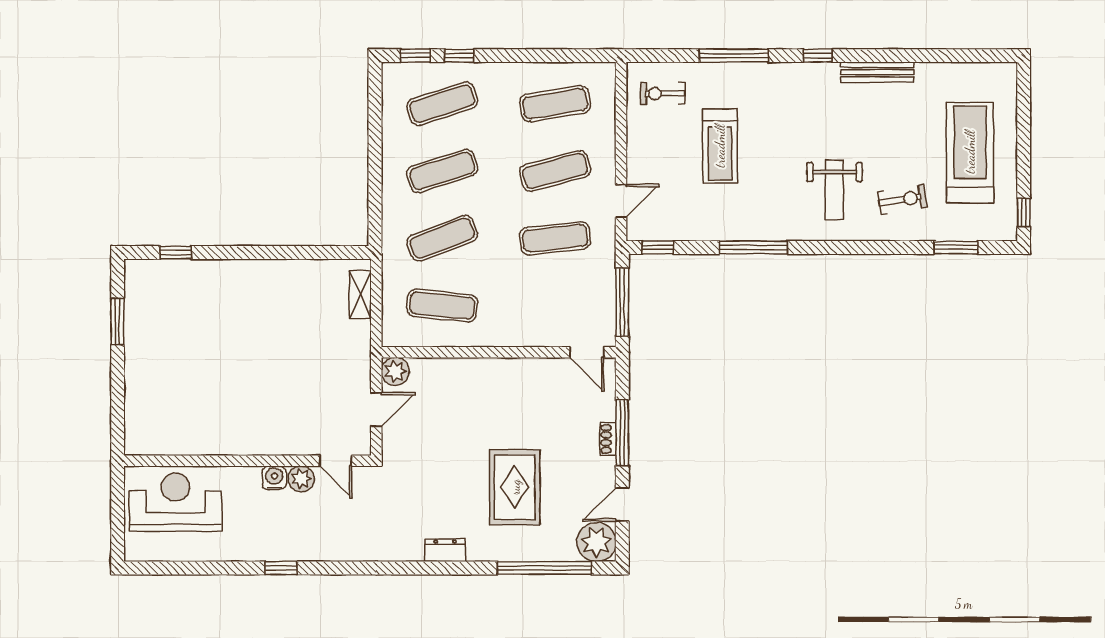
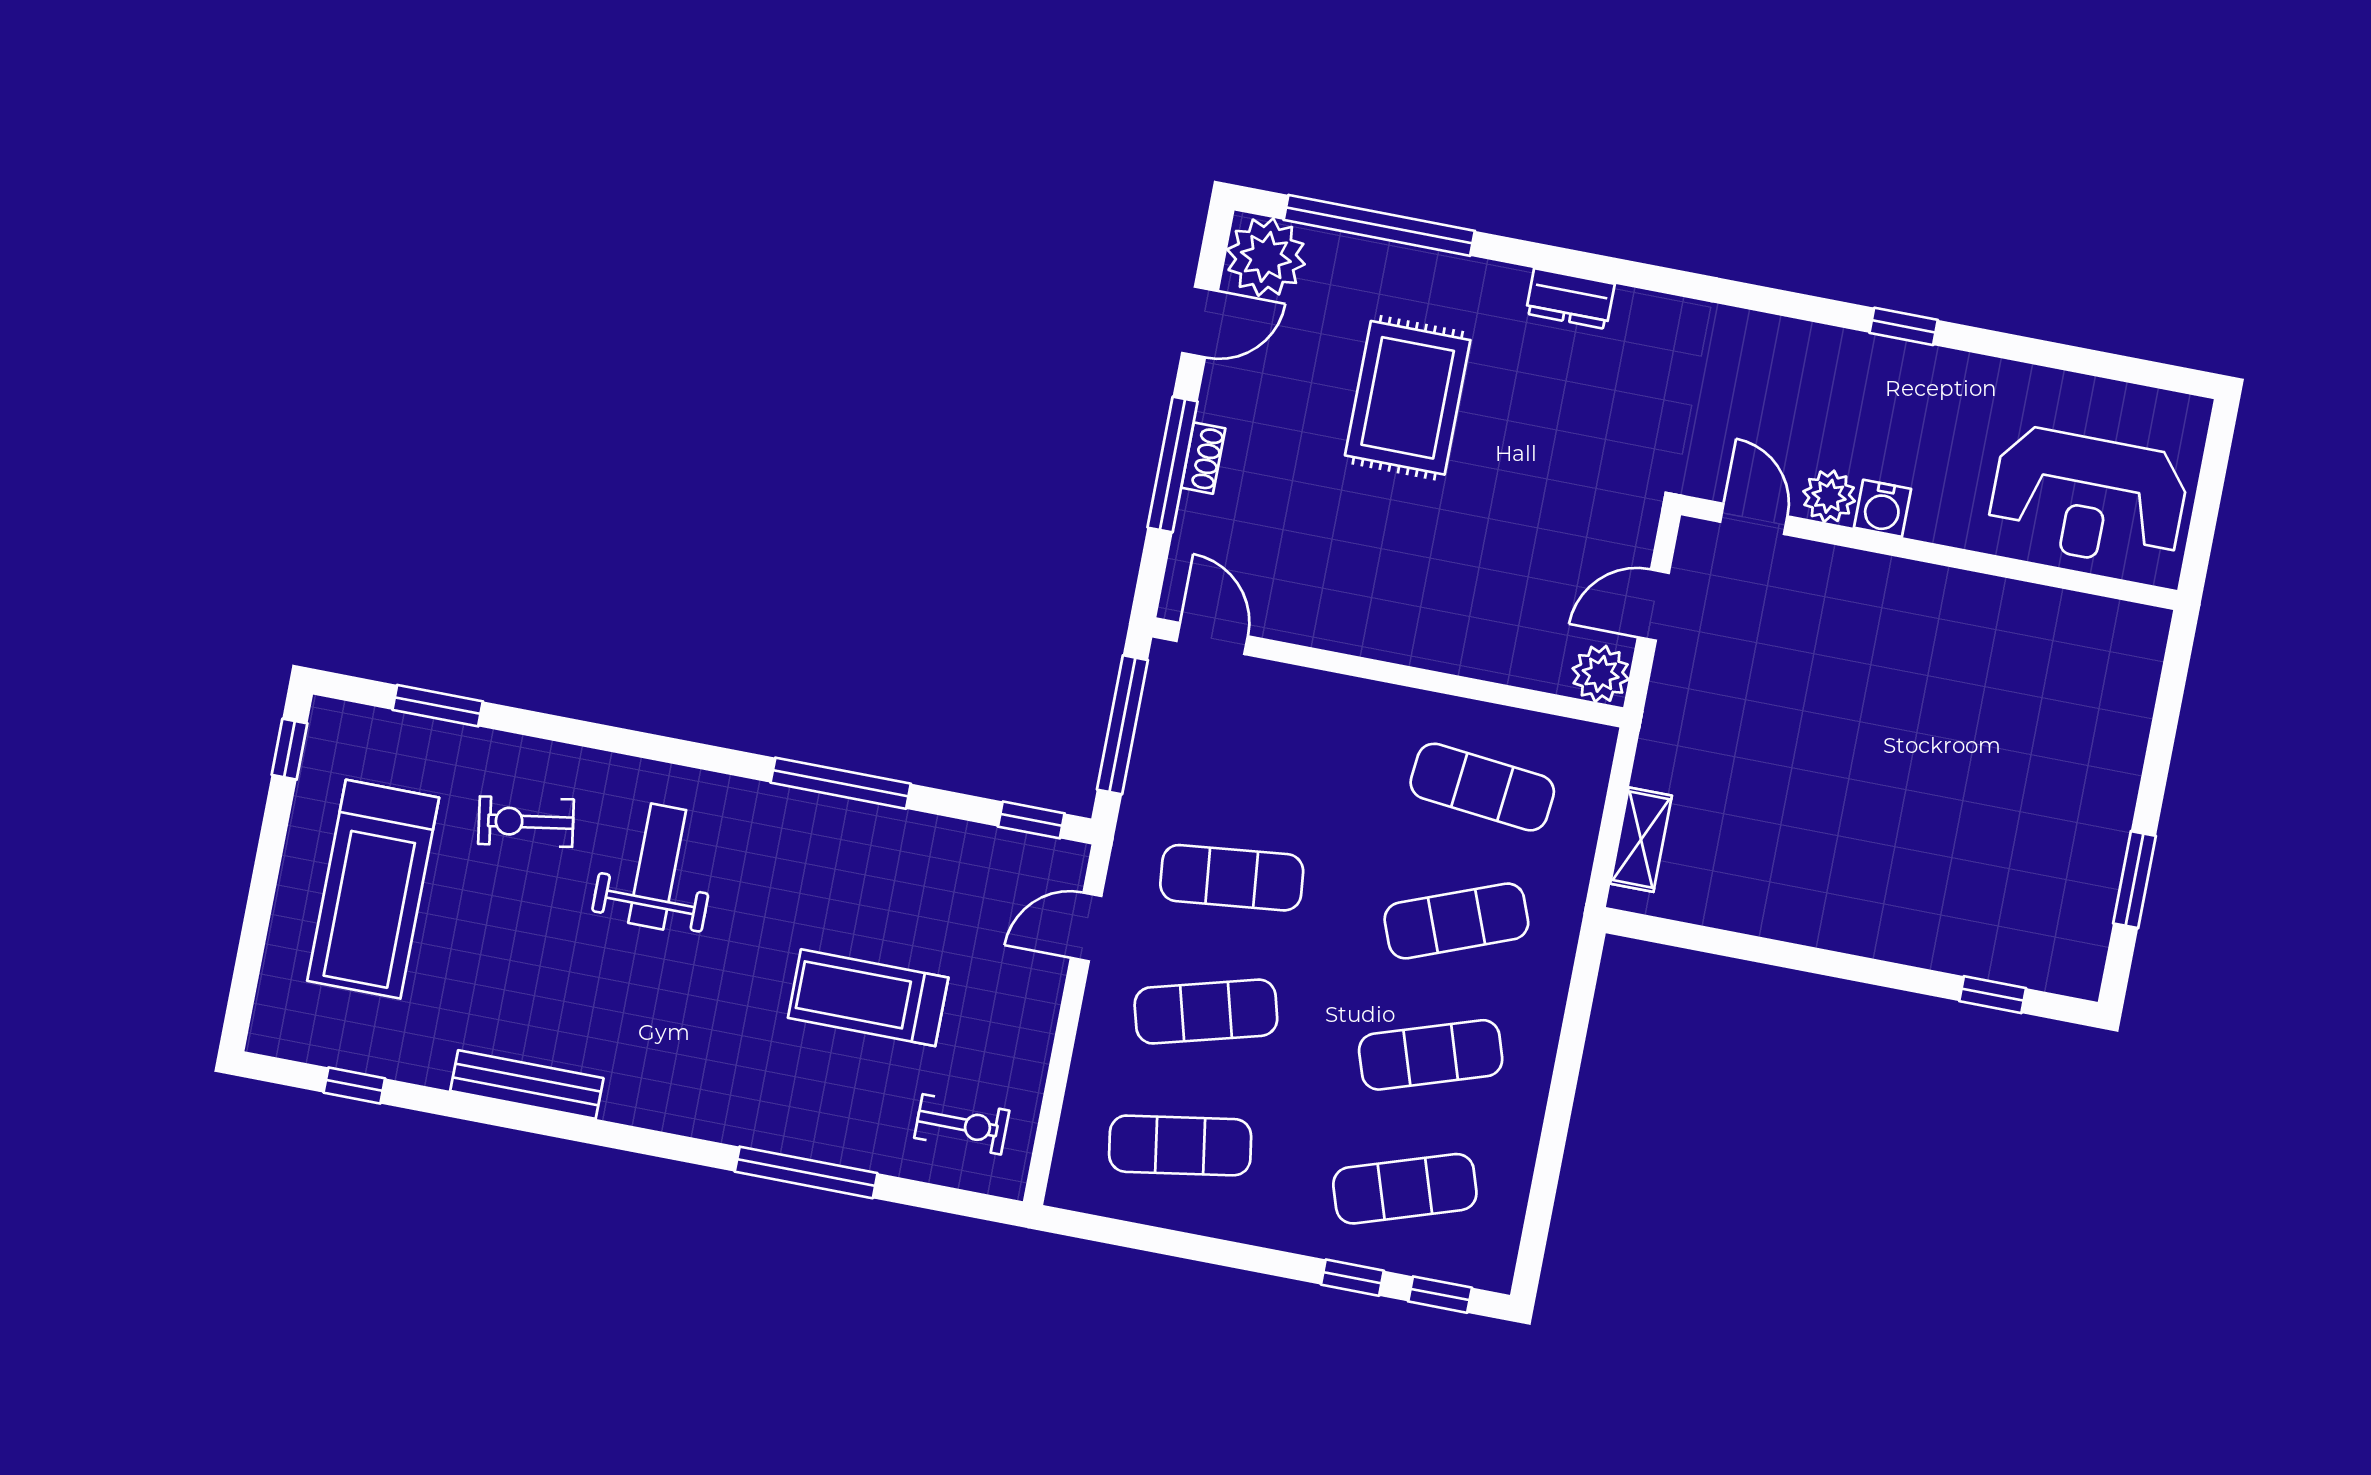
window: (818, 56) -> (354, 1085), moved
treadmill: (720, 146) -> (868, 998), turned -90

